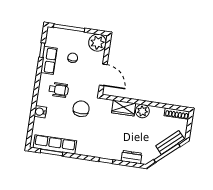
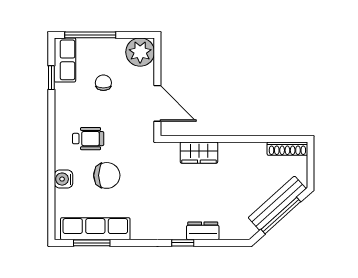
row of seats: (49, 60) -> (65, 60), moved
chair: (81, 109) -> (107, 175), moved, turned 90
plant: (142, 111) -> (230, 153), removed
bench: (170, 142) -> (277, 203), width x1.36
dresser: (132, 157) -> (203, 231), moved

